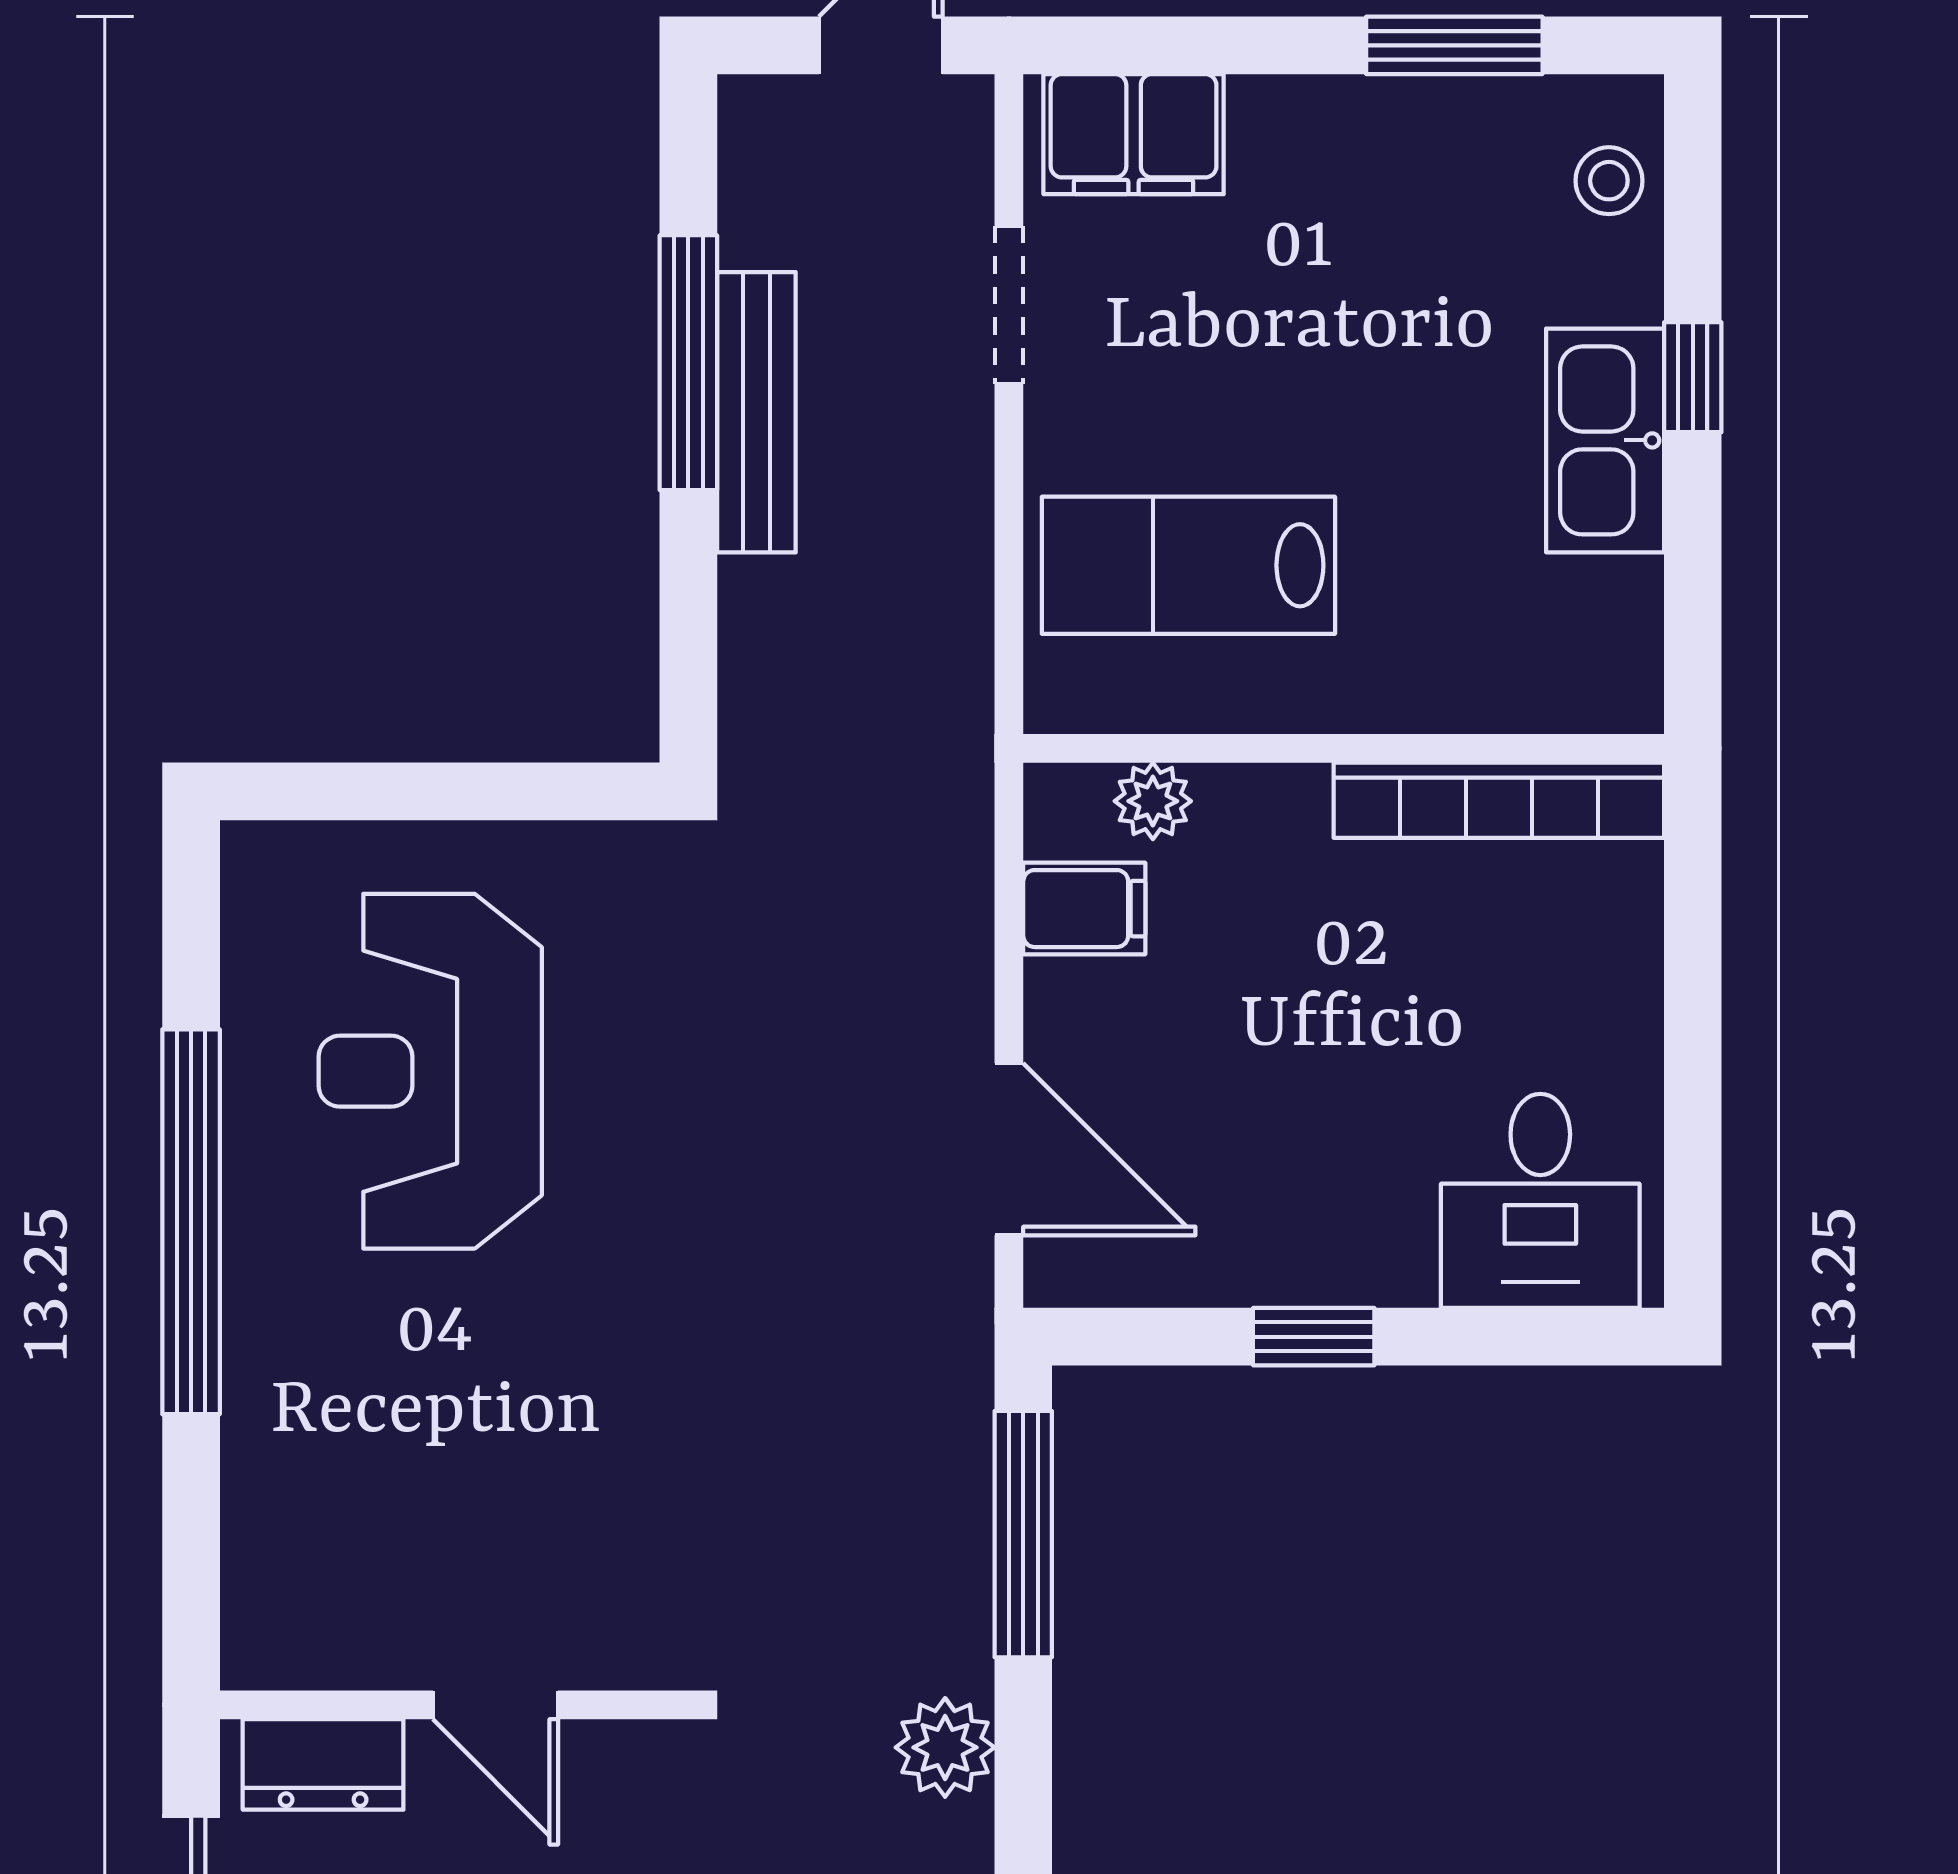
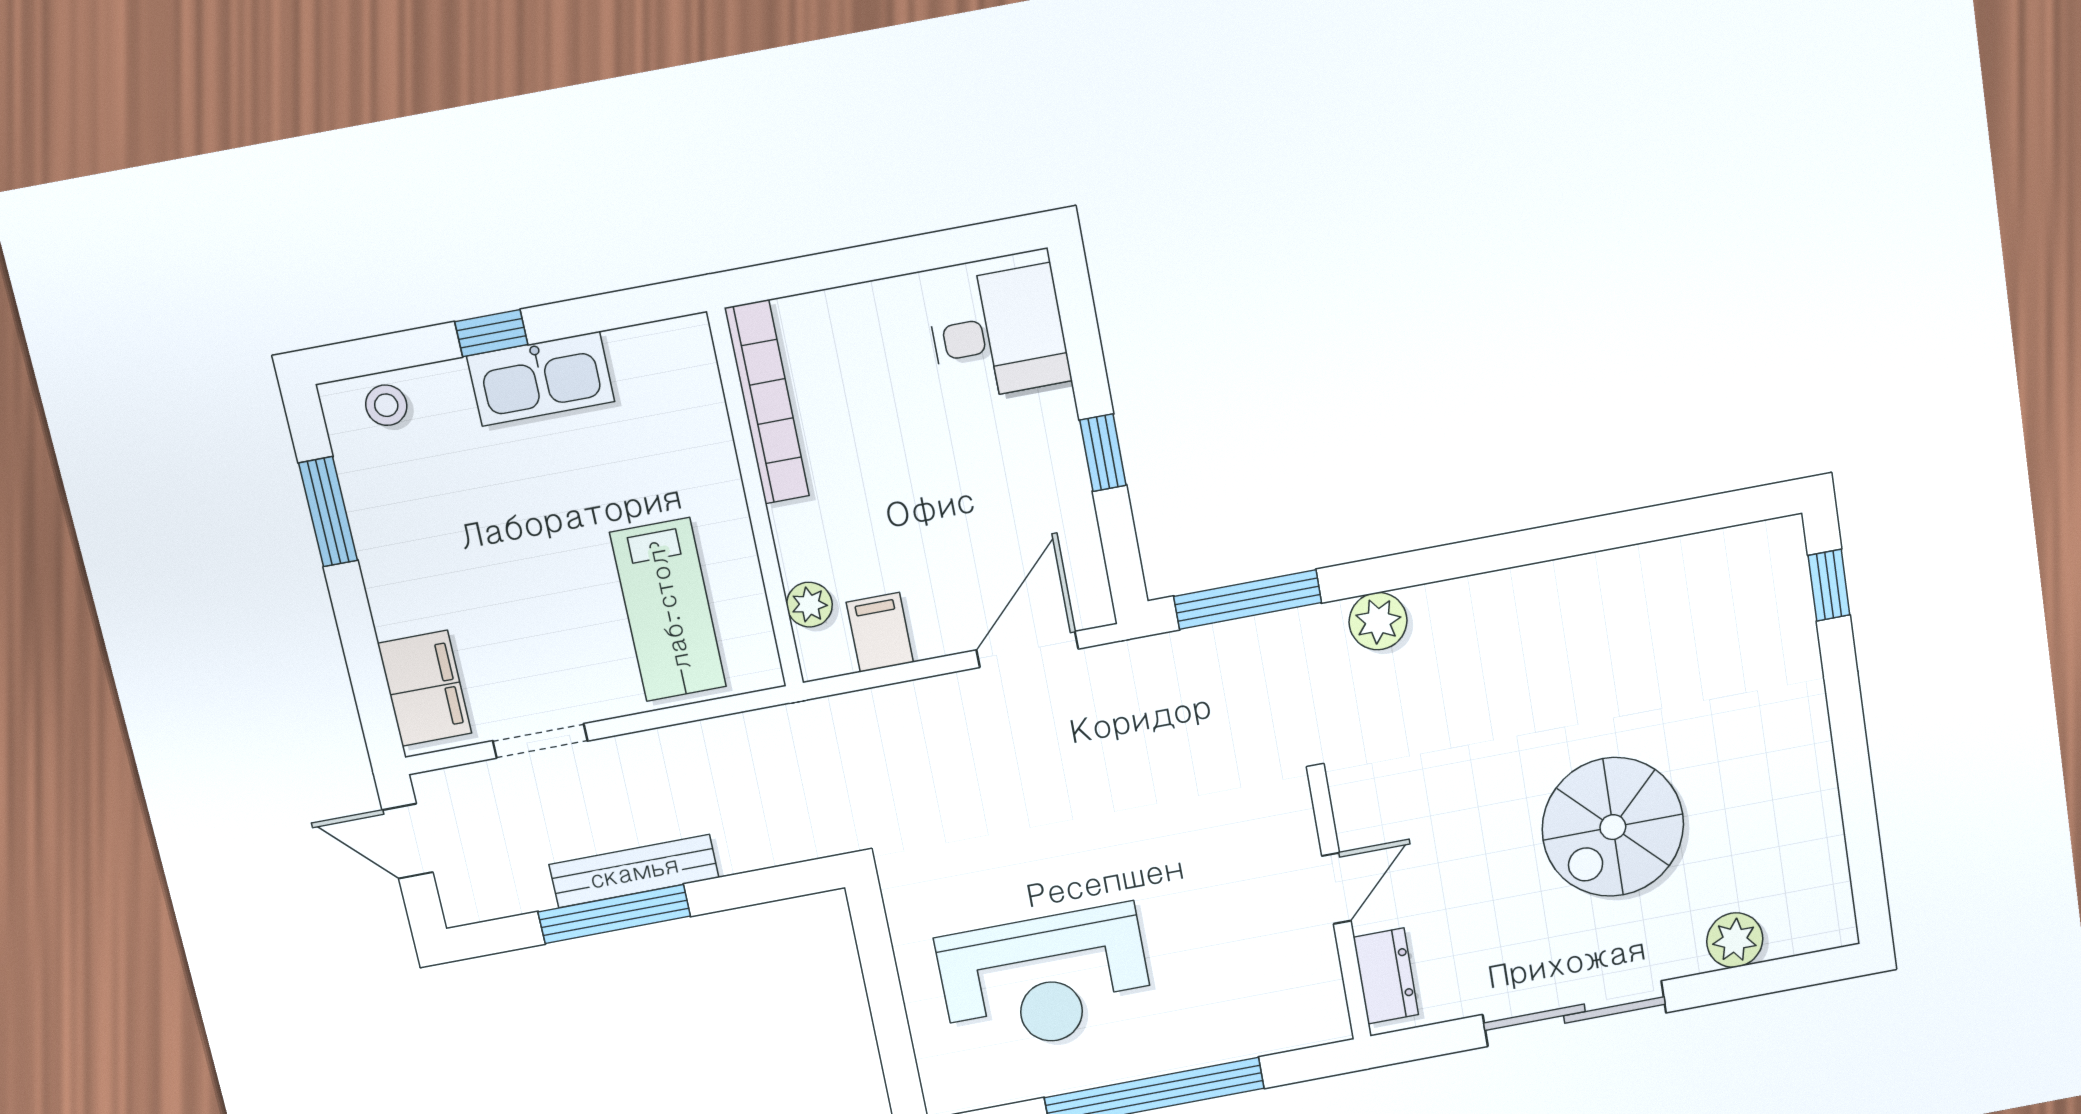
wall: (454, 1705) -> (1340, 911), moved
door: (495, 1705) -> (1336, 888), moved
dresser: (323, 1764) -> (1386, 976), moved

